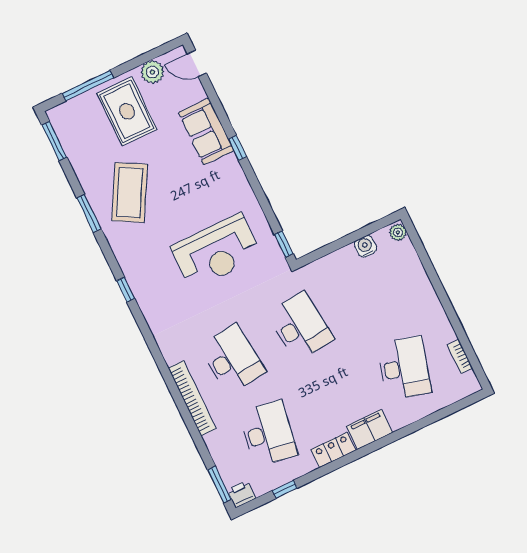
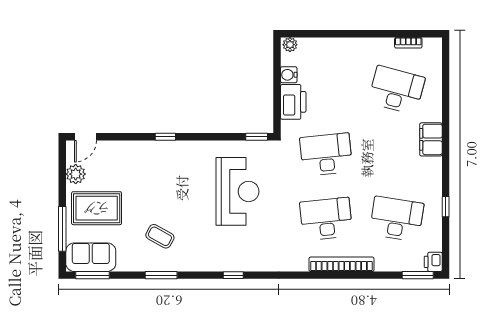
sofa: (206, 131) -> (91, 257), moved, turned 180
coffee table: (130, 193) -> (160, 236), width x0.54, depth x0.58
printer: (339, 265) -> (293, 102), added
locker: (333, 450) -> (433, 175), removed
window: (285, 489) -> (446, 207), moved

